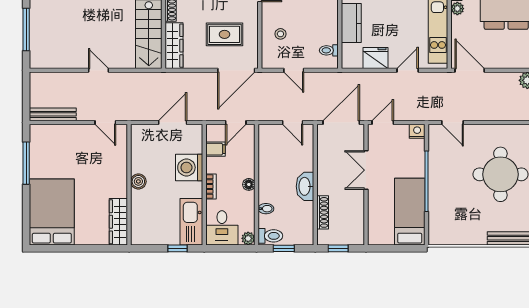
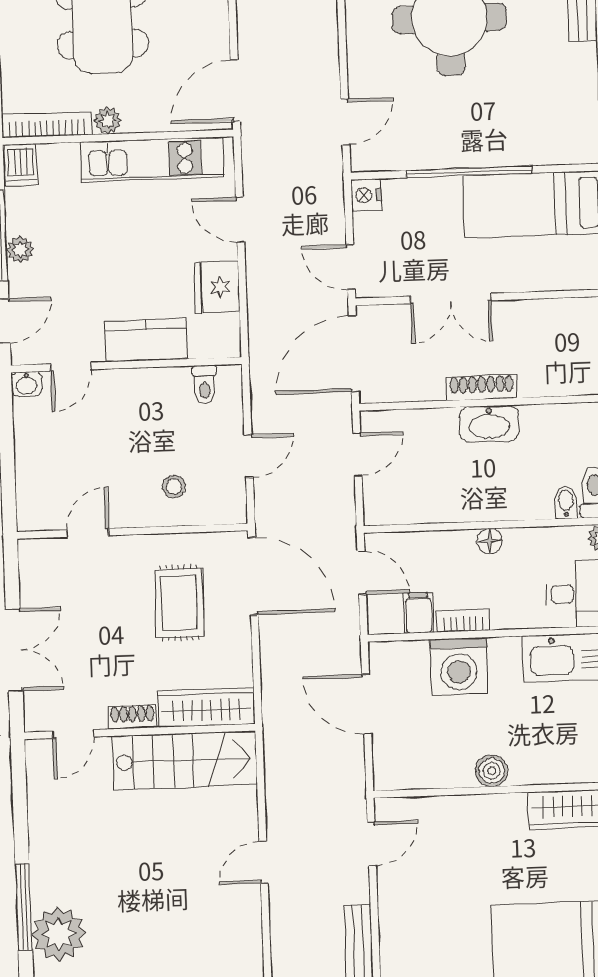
door: (341, 123) -> (354, 354), hinge flipped
bookcase: (211, 187) -> (463, 621), moved
bidet: (266, 209) -> (566, 502), moved
shoe rack: (323, 212) -> (482, 387), moved

